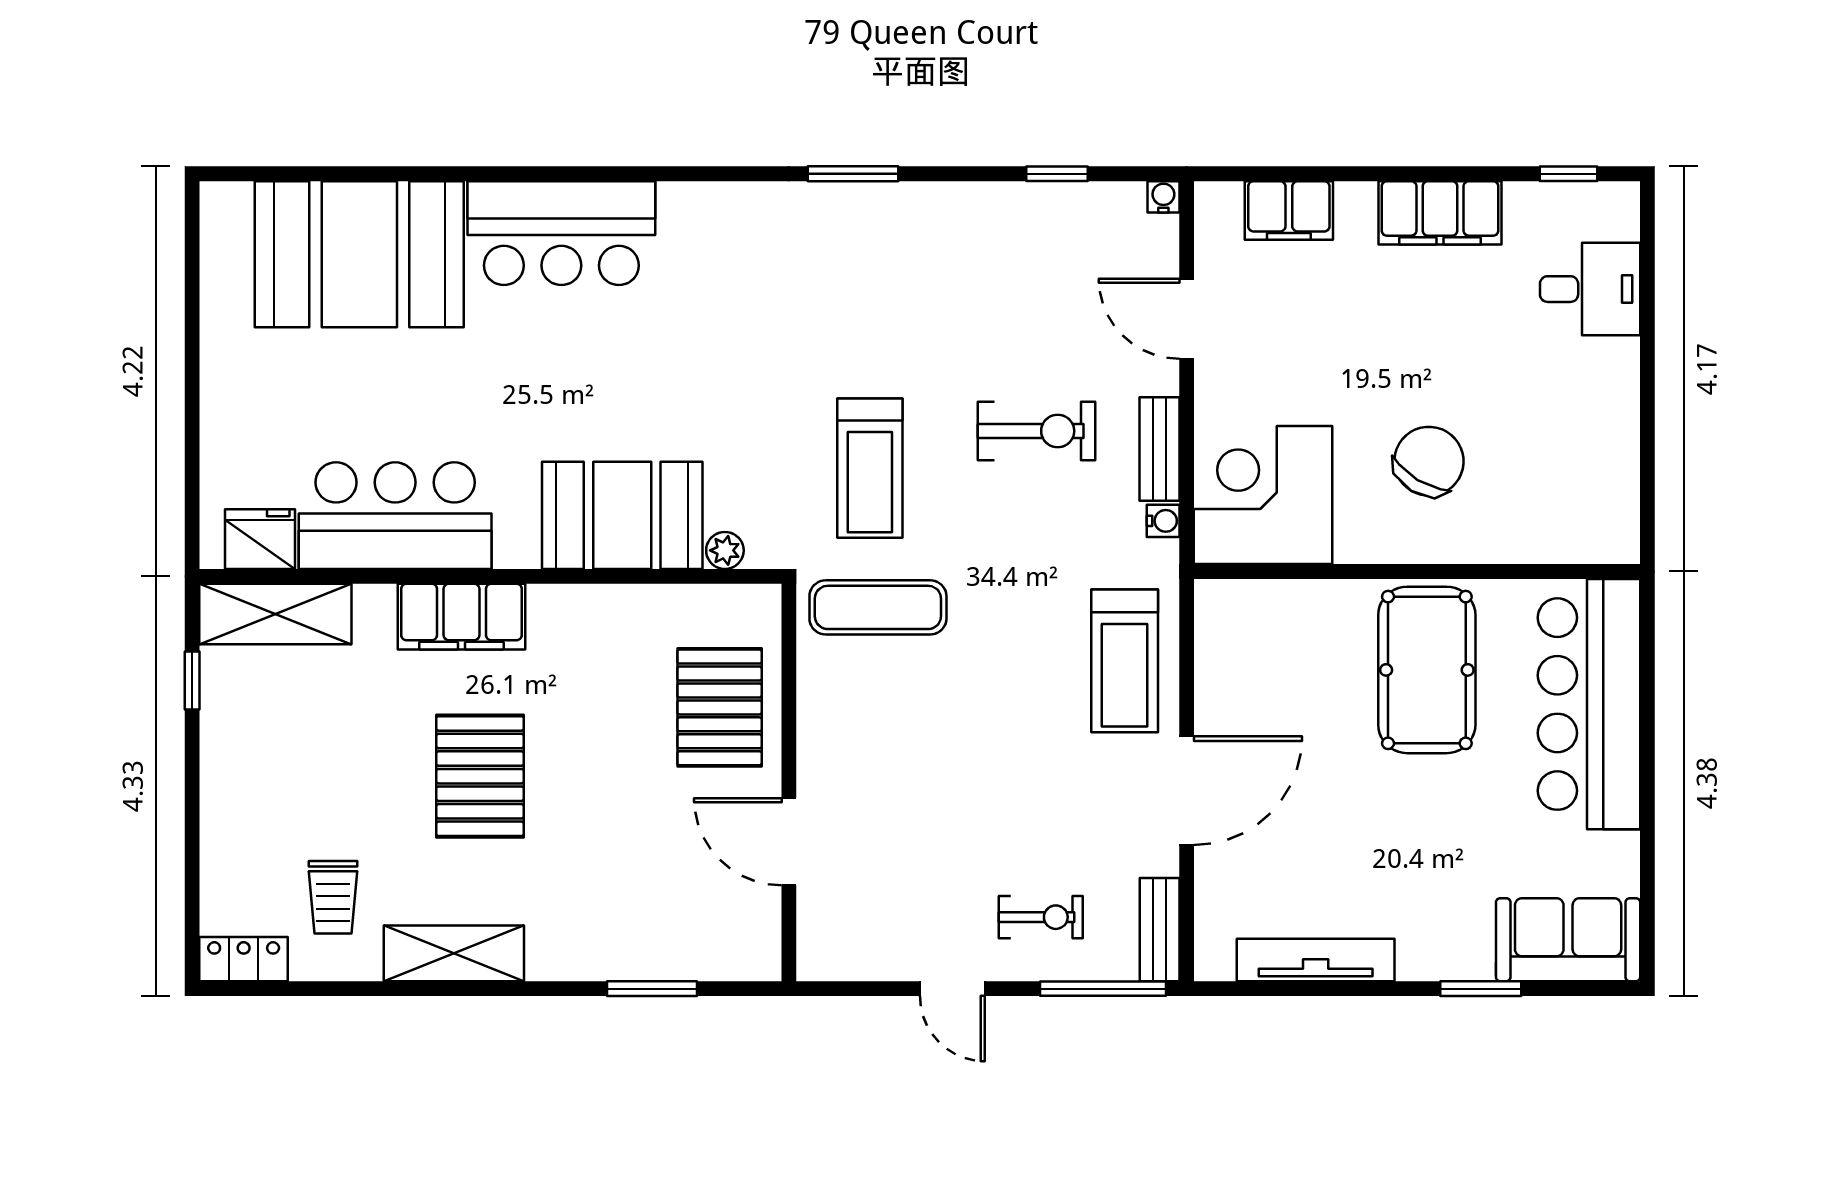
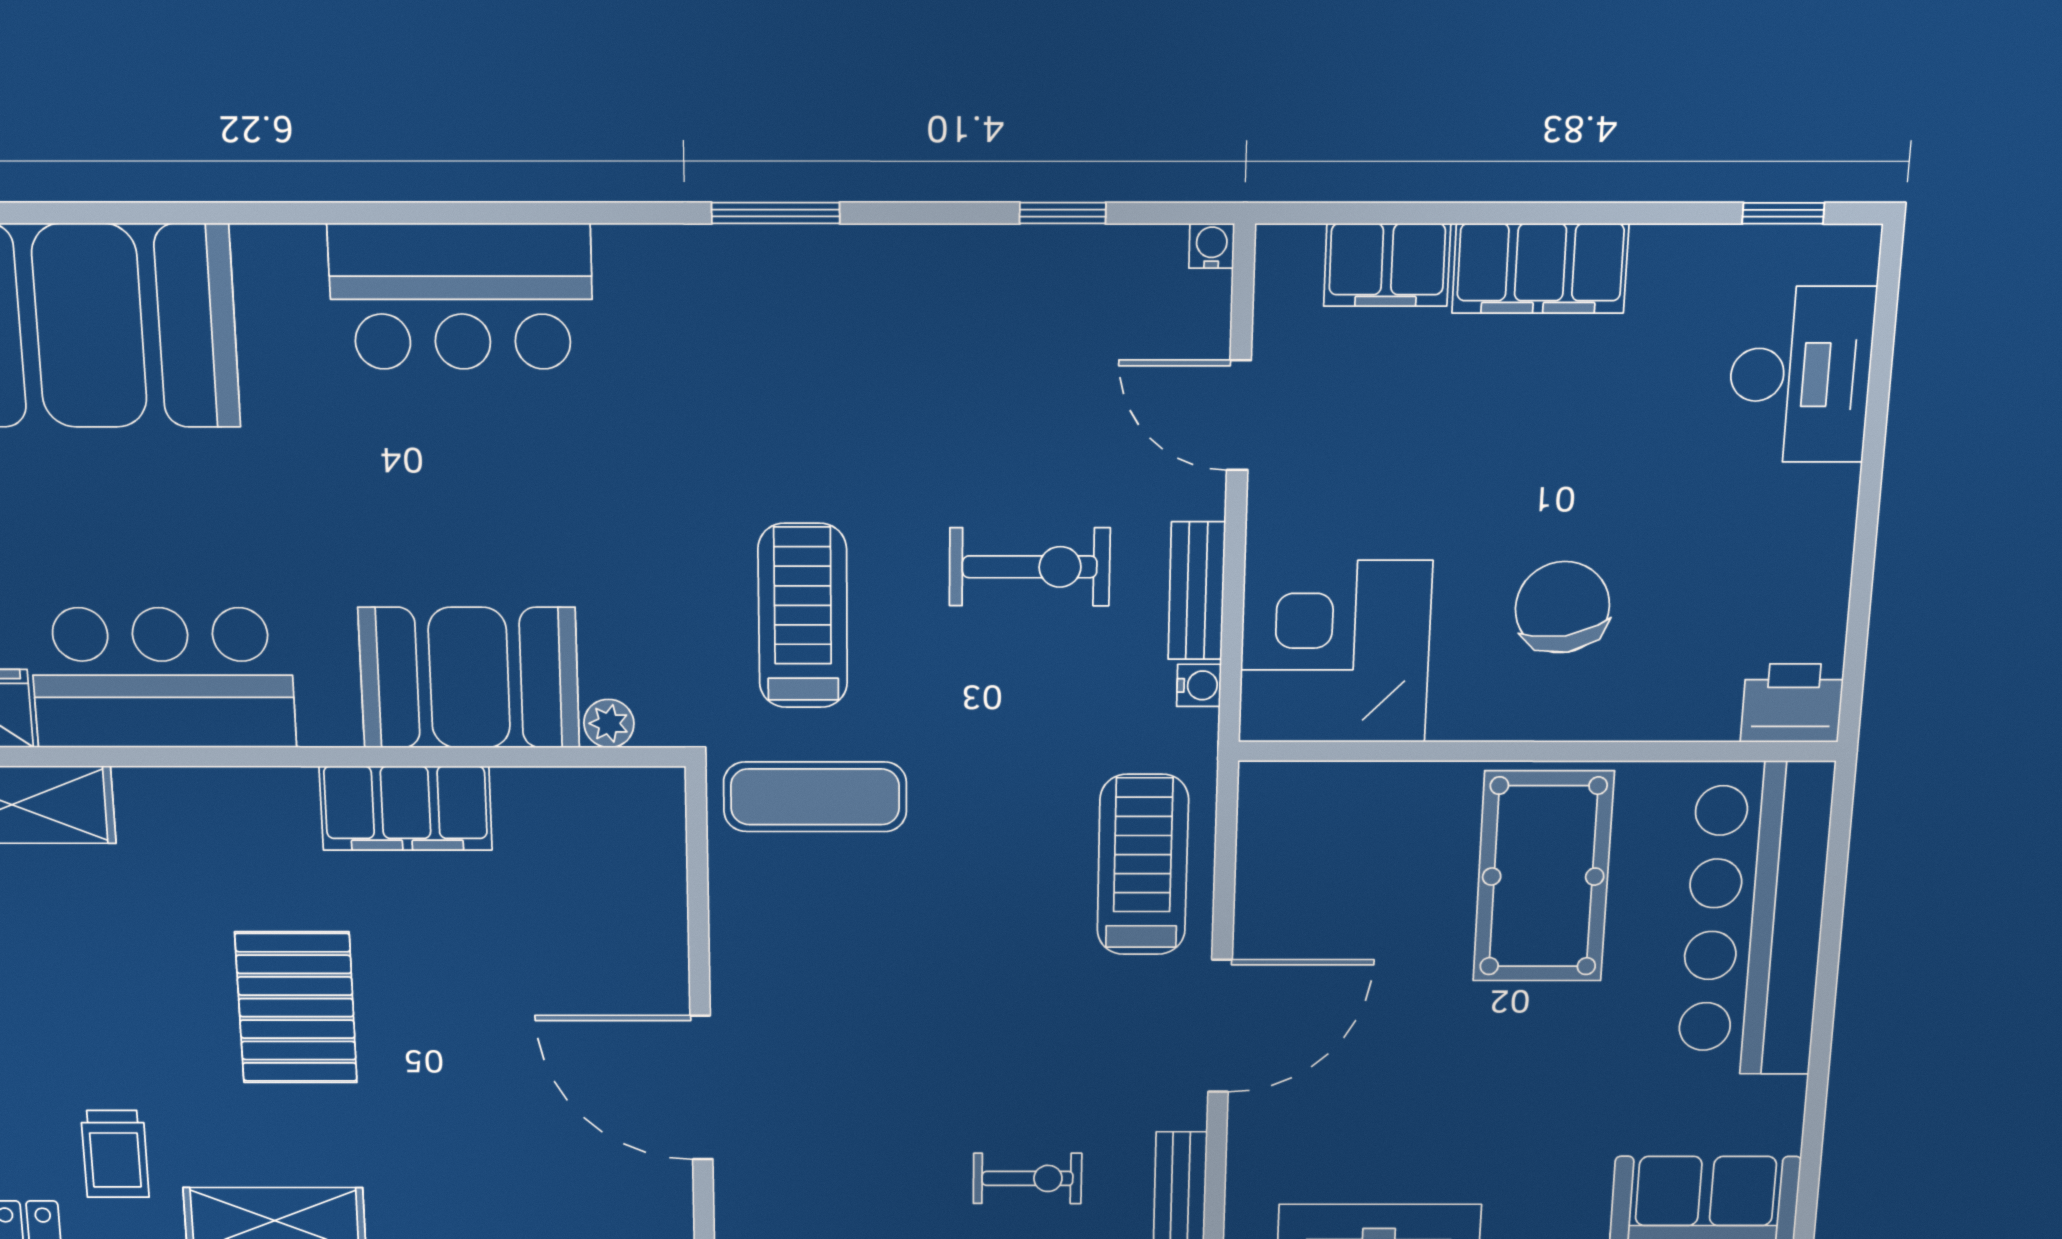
filing cabinet: (1440, 213) -> (1540, 268), moved
bar counter: (561, 233) -> (461, 297), moved
desk: (1590, 289) -> (1800, 375), width x1.37
chair: (1429, 461) -> (1562, 607), turned -41
treadmill: (870, 468) -> (803, 616), turned 180
printer: (1604, 534) -> (1792, 703), added
filing cabinet: (461, 617) -> (406, 808), moved
treadmill: (1125, 661) -> (1143, 865), turned 180
pallet: (720, 707) -> (607, 923), removed
door: (789, 842) -> (702, 1088), width x1.36

